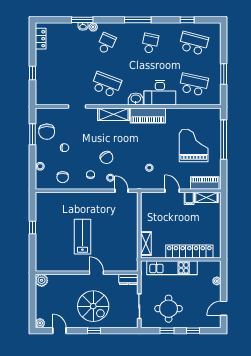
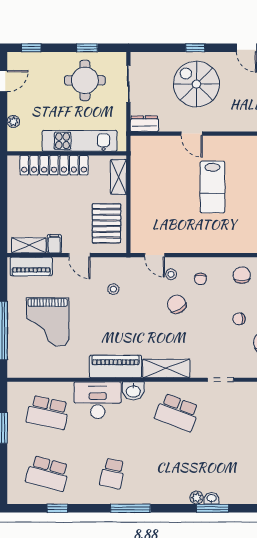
school desk: (106, 43) -> (177, 473), removed
pallet: (154, 212) -> (106, 223), added
window: (193, 331) -> (31, 48), moved

